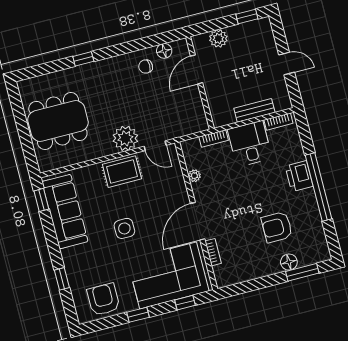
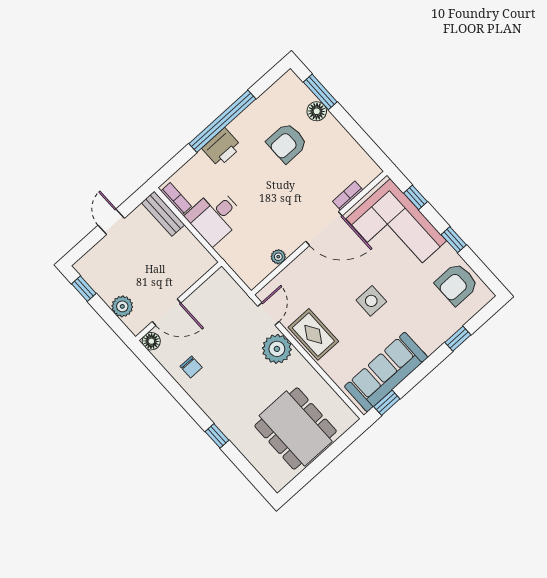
floor lamp: (164, 51) -> (151, 341), moved
bench: (254, 110) -> (163, 214), moved
bookcase: (214, 138) -> (229, 257), removed
armchair: (277, 227) -> (287, 143), turned 90

